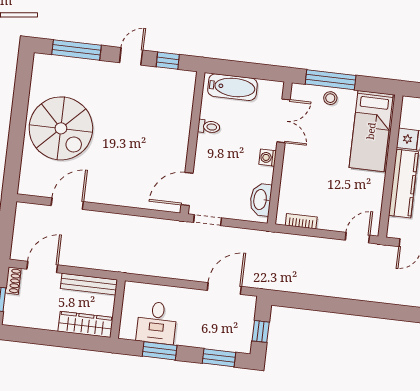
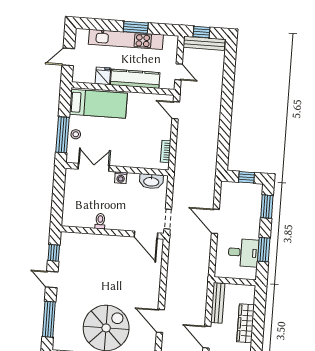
bathtub: (232, 87) -> (71, 205), removed
door: (224, 288) -> (215, 221), moved
wardrobe: (85, 324) -> (246, 323), moved

